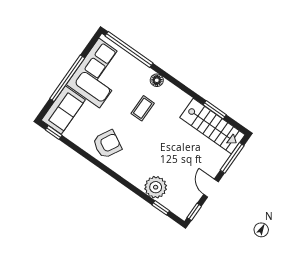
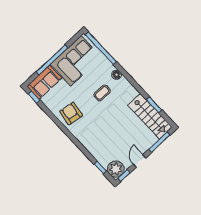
armchair: (107, 144) -> (71, 113), turned -110
plant: (156, 187) -> (116, 169), moved

